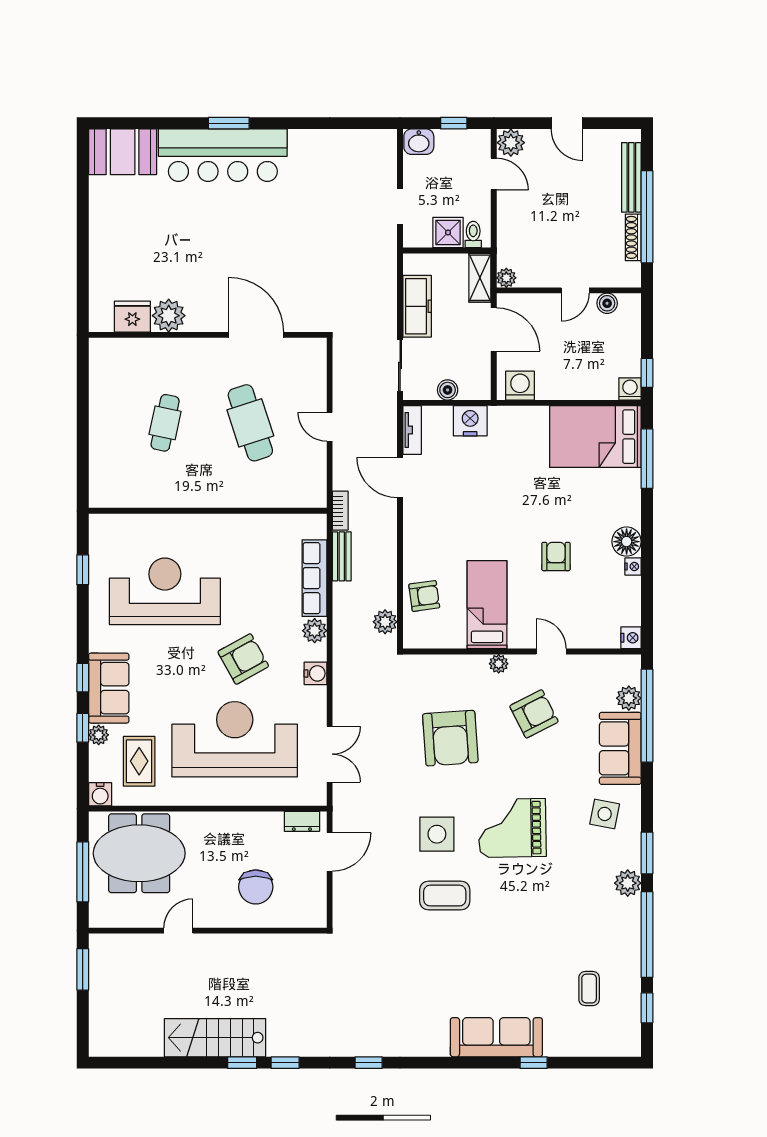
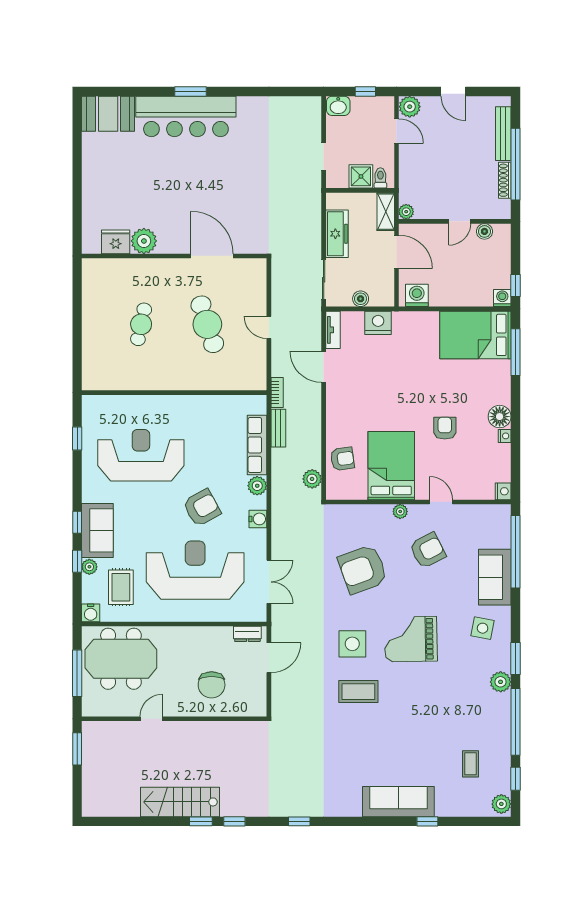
bed: (487, 605) -> (391, 466), width x1.50
plant: (629, 698) -> (501, 804), moved
armchair: (450, 738) -> (363, 569), turned 74

